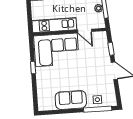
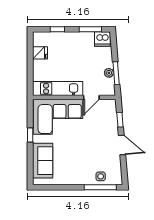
door: (85, 31) -> (91, 97), hinge flipped
sofa: (71, 100) -> (43, 161), moved, turned 90

